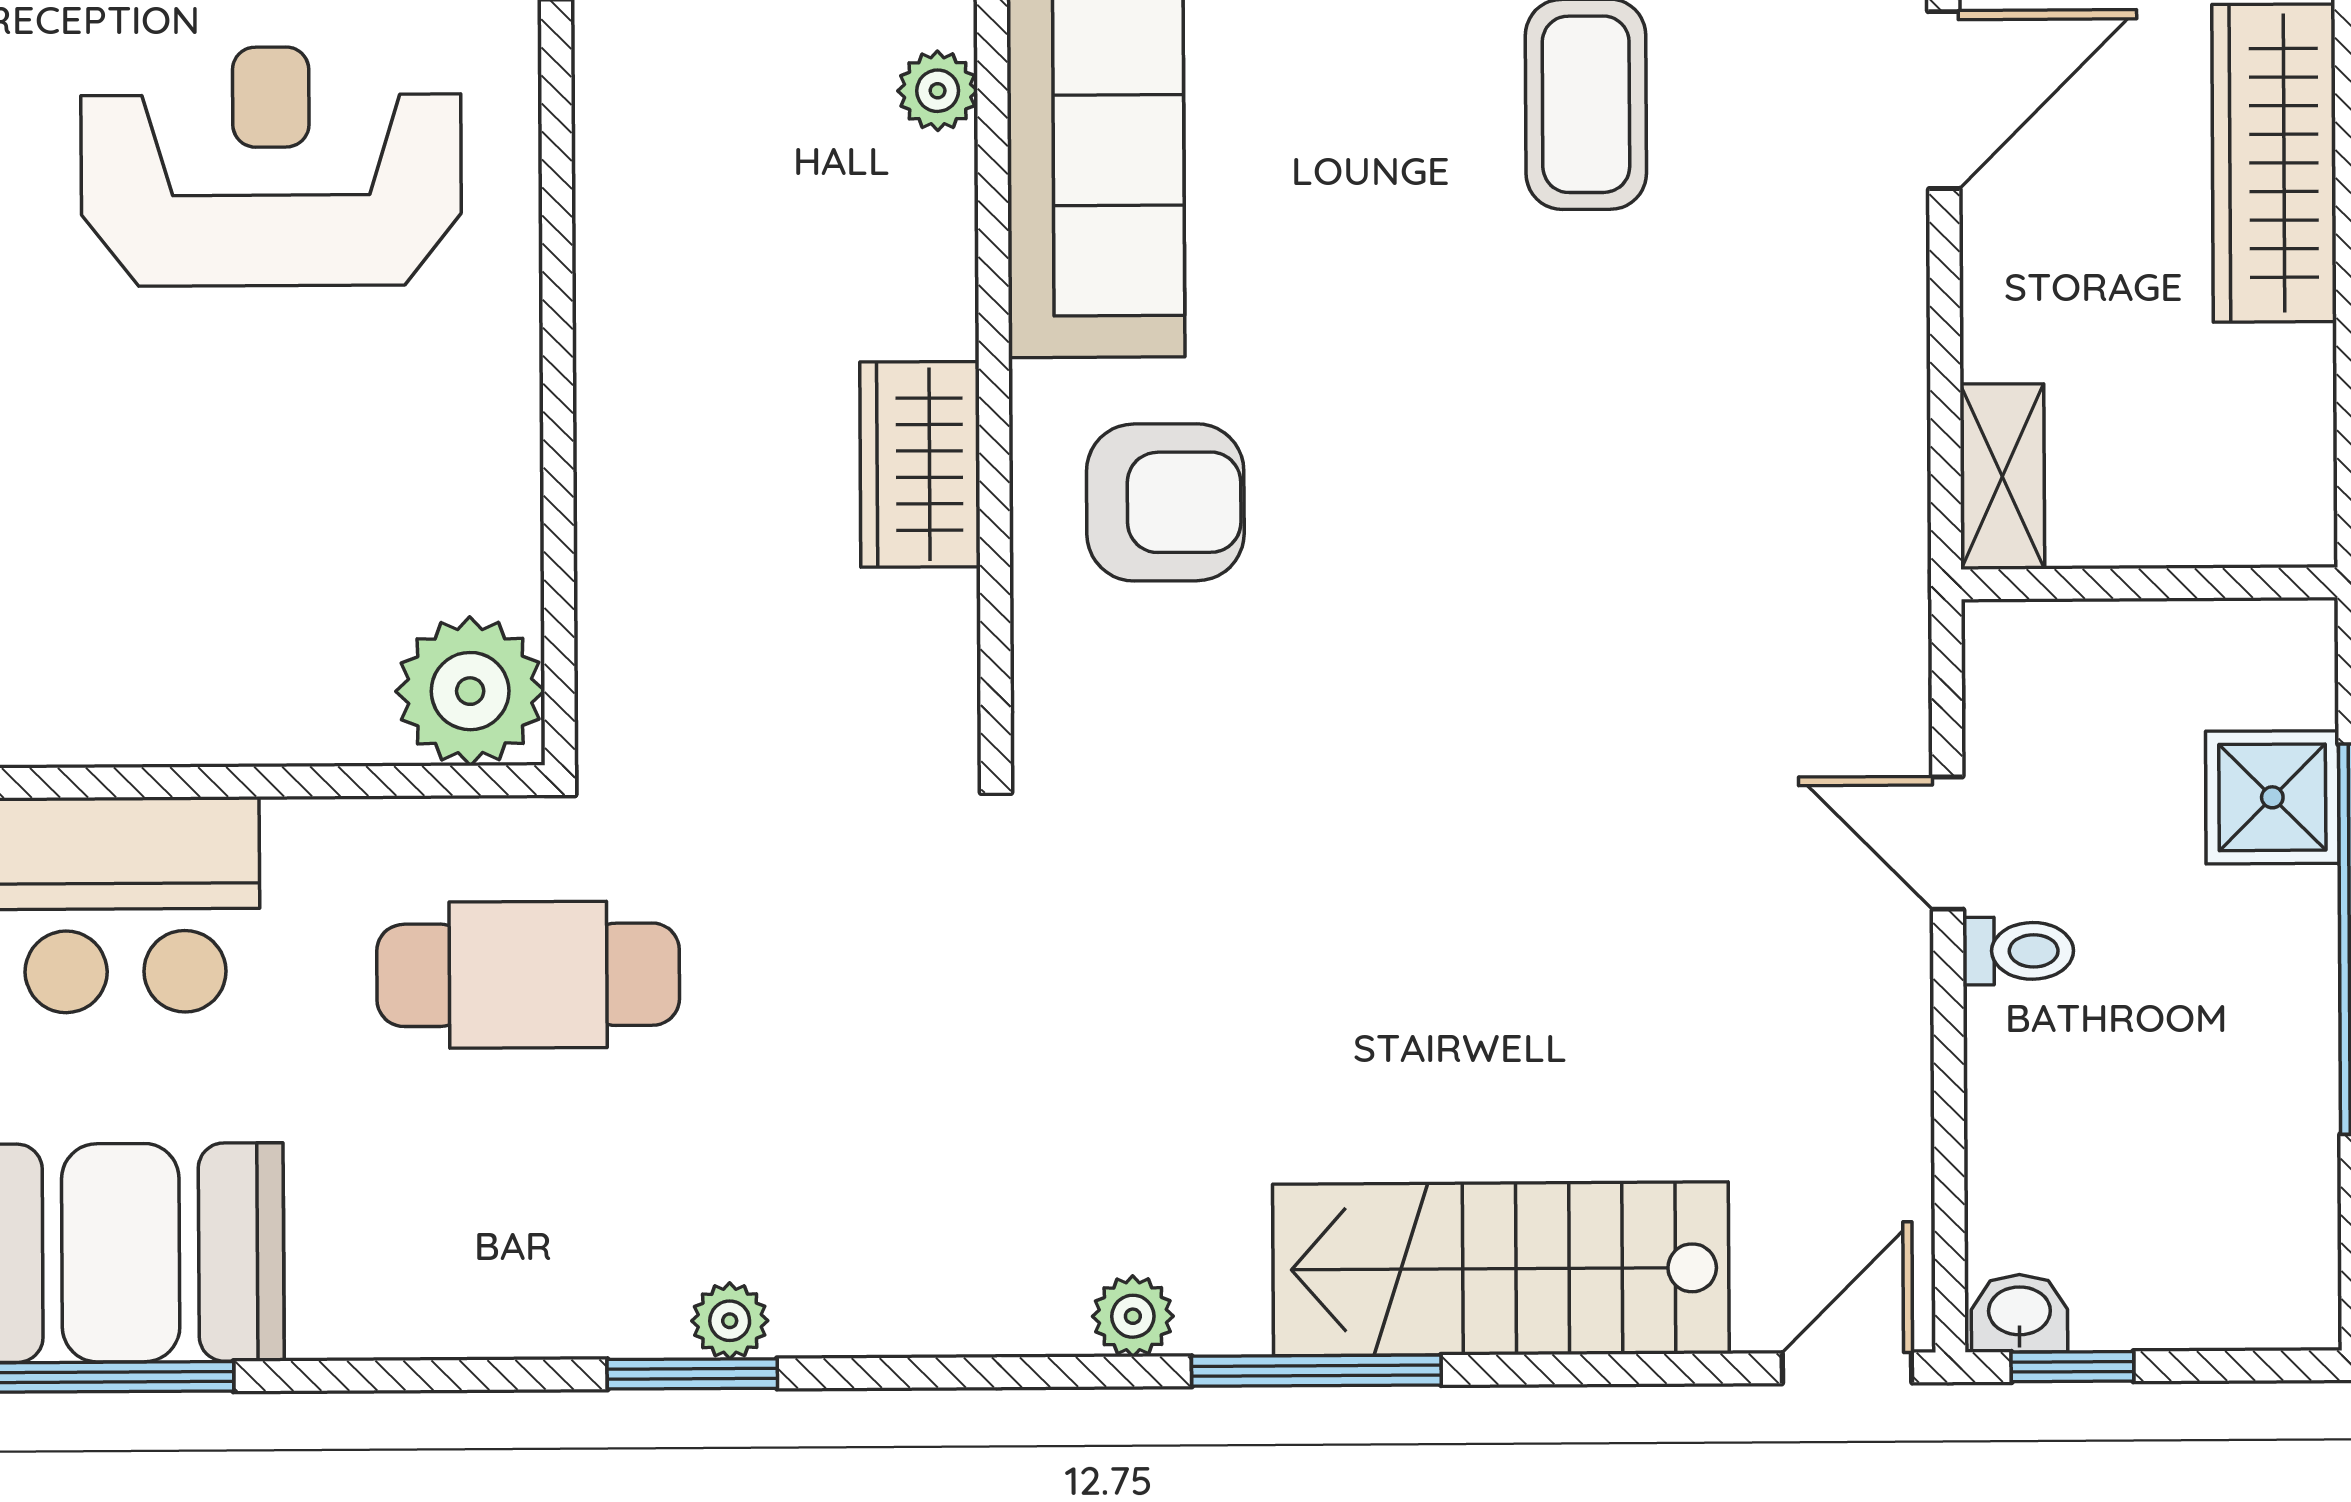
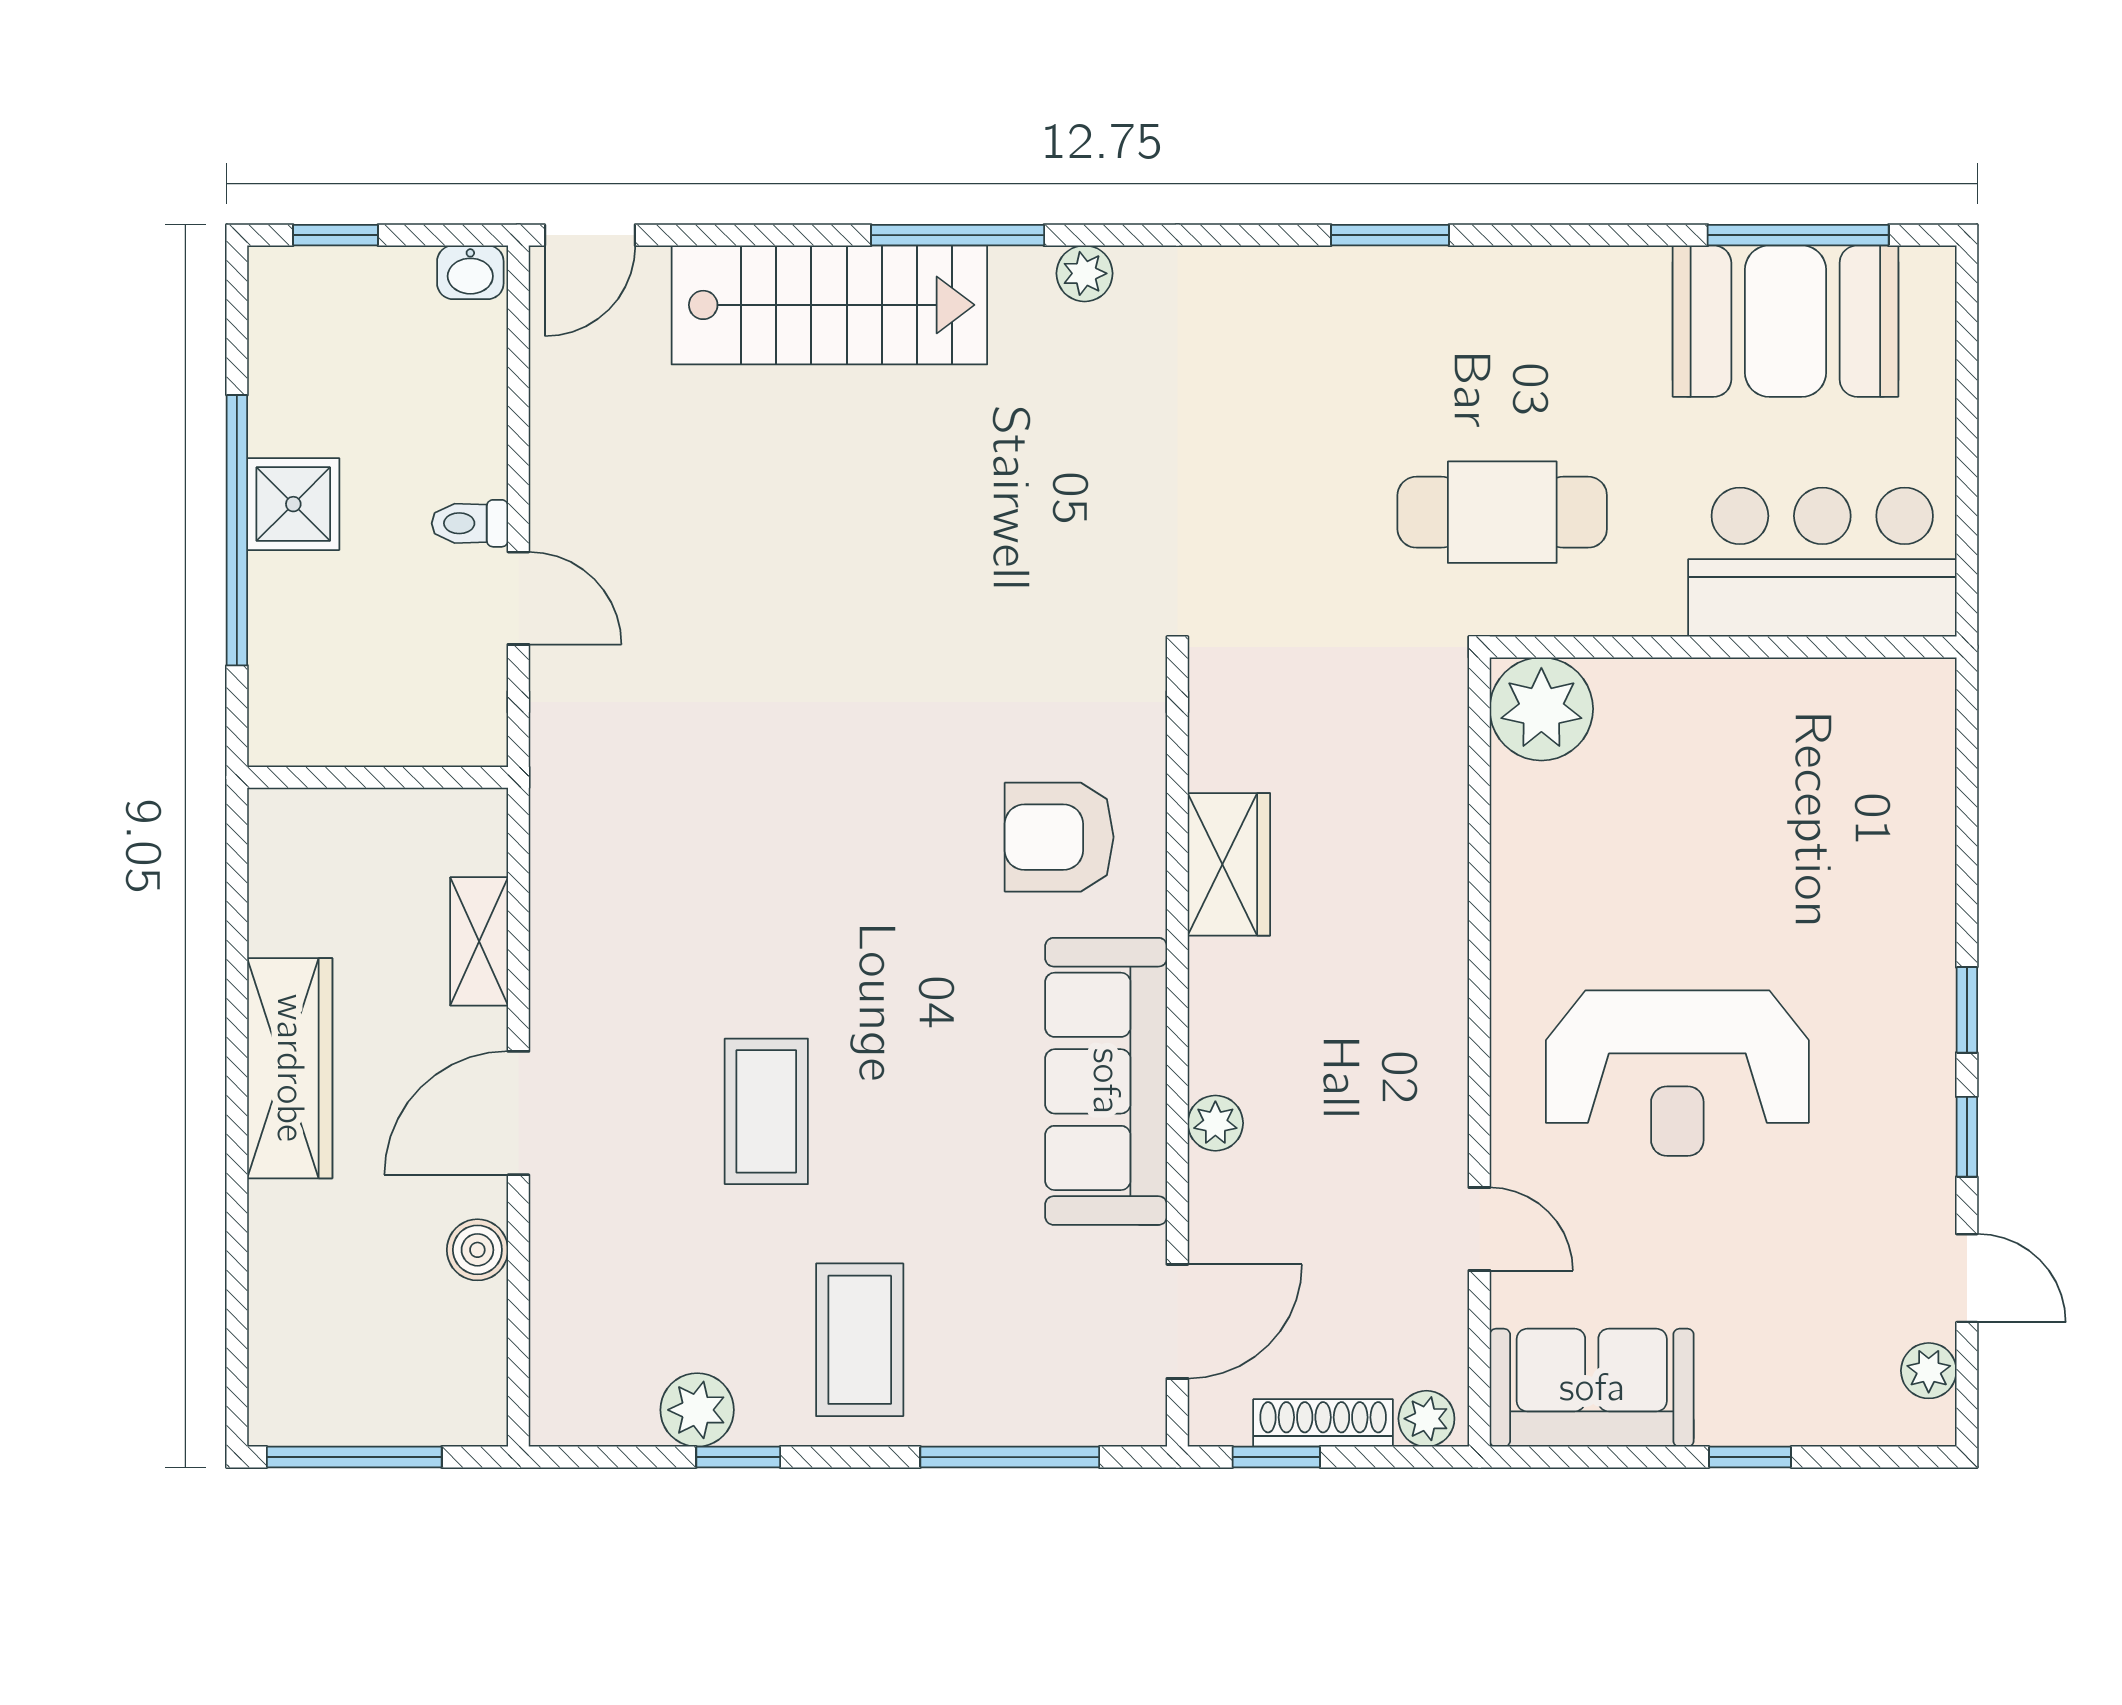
shelving: (2002, 477) -> (479, 941), moved
shower: (2272, 797) -> (293, 504), moved
plant: (730, 1321) -> (1364, 272), removed
window: (2072, 1367) -> (335, 235), moved

